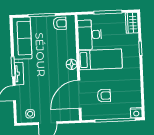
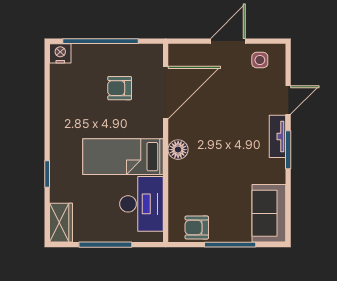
sofa: (22, 38) -> (269, 213), width x0.73

